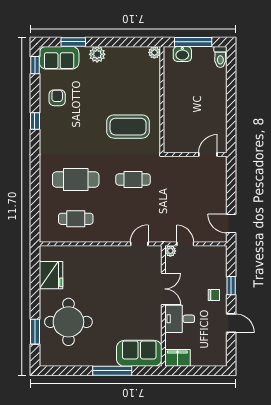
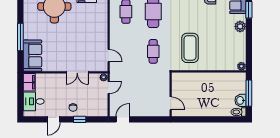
washbasin: (182, 54) -> (240, 100), moved
desk: (180, 319) -> (34, 101), moved, turned -90

